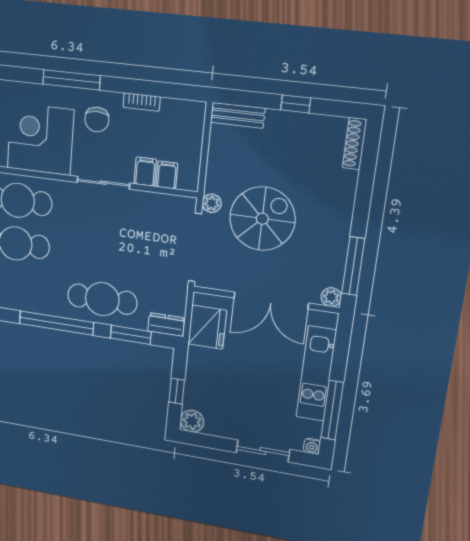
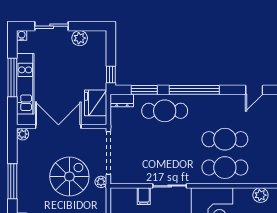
filing cabinet: (167, 175) -> (130, 196), removed
spiral stairs: (262, 219) -> (69, 177), turned 180
window: (353, 266) -> (12, 181), moved
window: (177, 391) -> (111, 74), moved
window: (332, 410) -> (12, 77), moved
plant: (192, 421) -> (80, 38), moved

